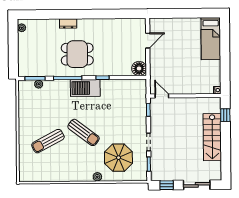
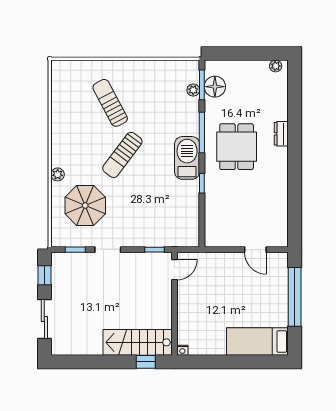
window: (180, 13) -> (295, 297), added
floor lamp: (139, 68) -> (215, 87), moved
stairs: (212, 137) -> (138, 342), moved

